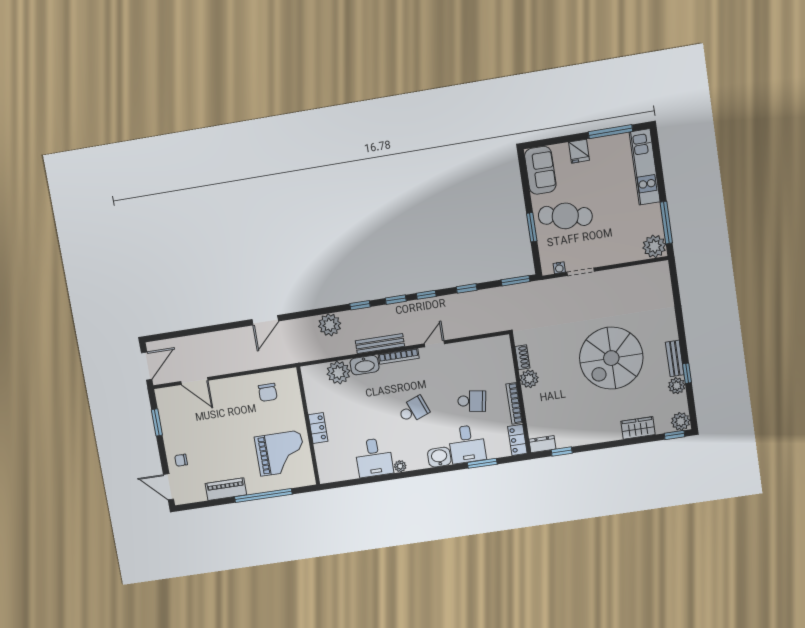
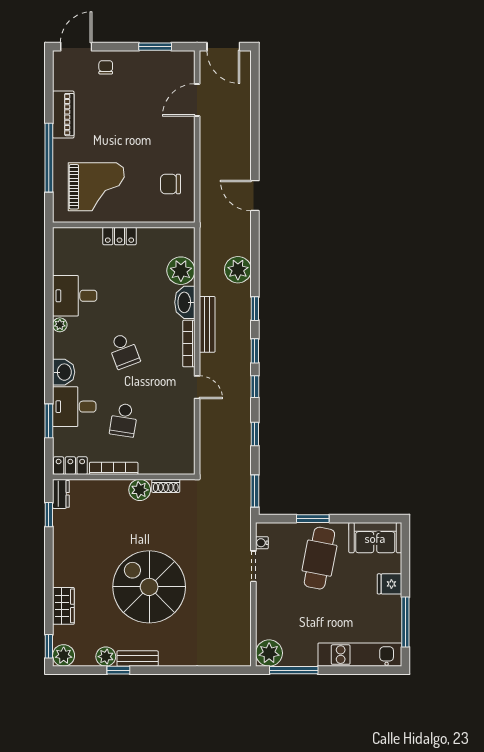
grand piano: (281, 453) -> (96, 187), turned -90

